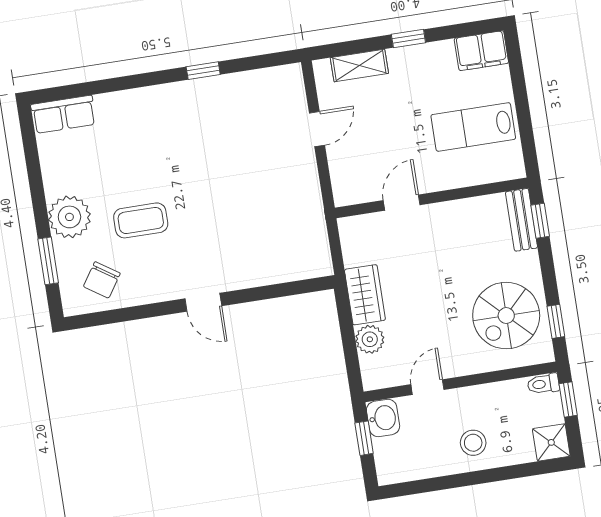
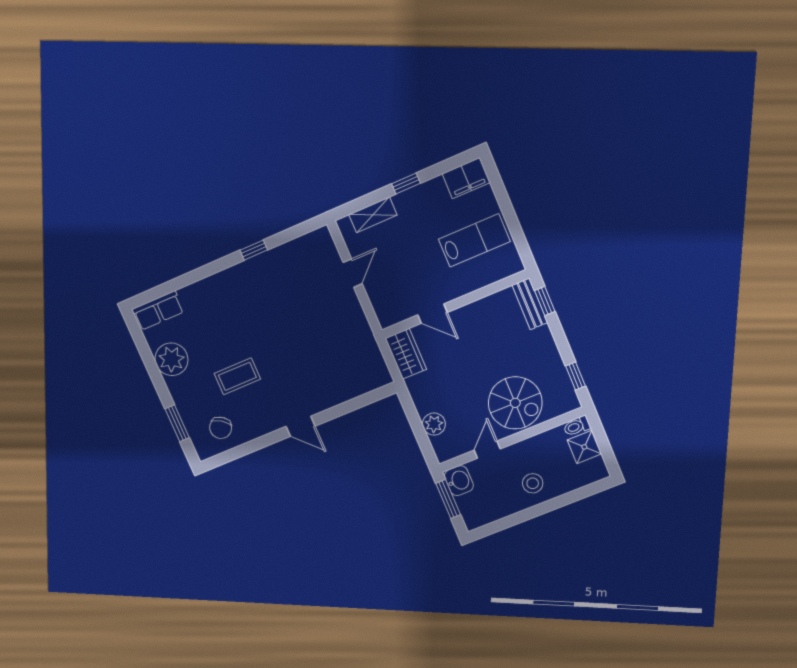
lab bench: (473, 127) -> (474, 240), turned 180
door: (402, 203) -> (432, 314), swing flipped
plant: (69, 217) -> (171, 359), moved
wardrobe: (365, 295) -> (406, 354), moved
spiral stairs: (506, 316) -> (515, 403), moved, turned -90
window: (568, 400) -> (599, 434), removed
window: (364, 438) -> (448, 499), width x1.50
shower: (551, 442) -> (584, 447), moved

